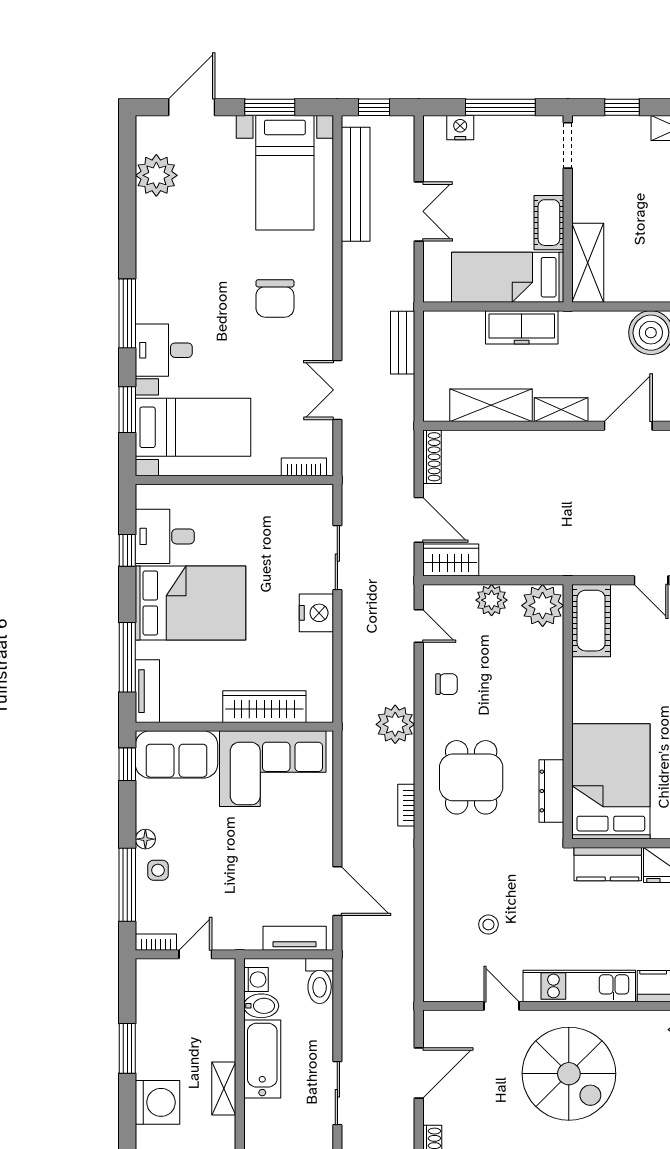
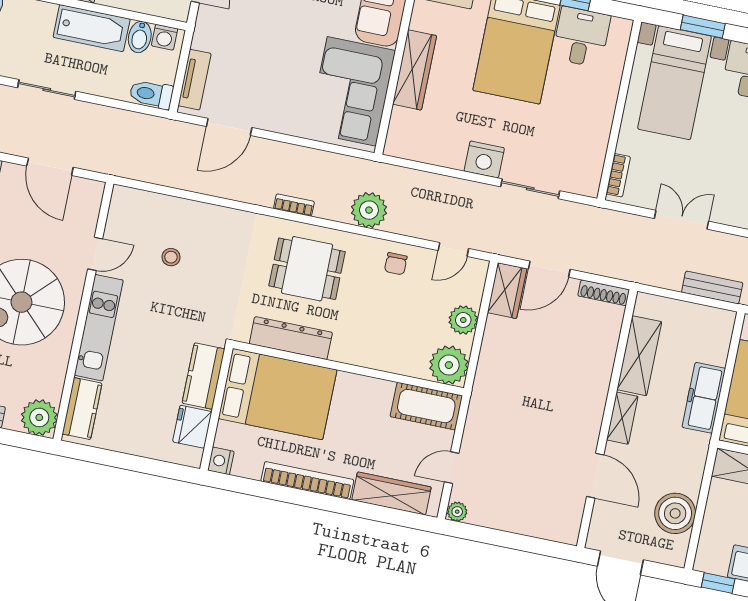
wardrobe: (264, 707) -> (414, 70), moved
dresser: (551, 791) -> (291, 338), width x1.37, depth x1.24

